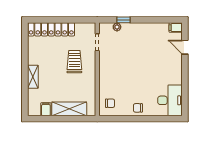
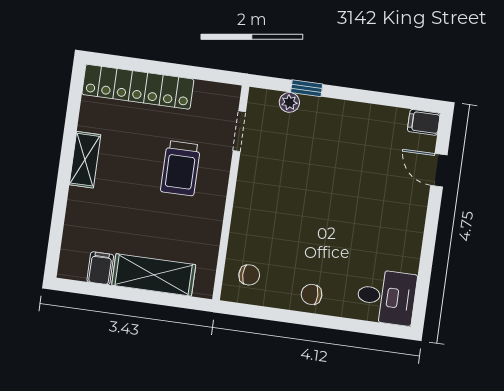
trolley: (74, 62) -> (181, 168), turned 180
shelving: (33, 77) -> (85, 160), moved
desk: (170, 100) -> (386, 297), width x0.73

